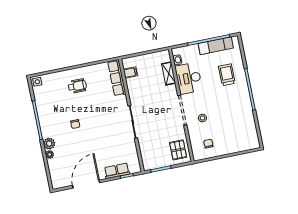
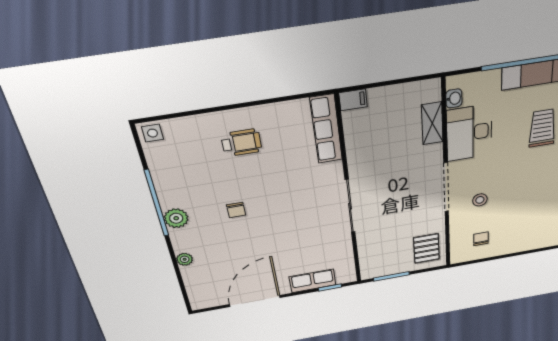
filing cabinet: (130, 73) -> (353, 100), moved
plant: (49, 144) -> (176, 218), moved

